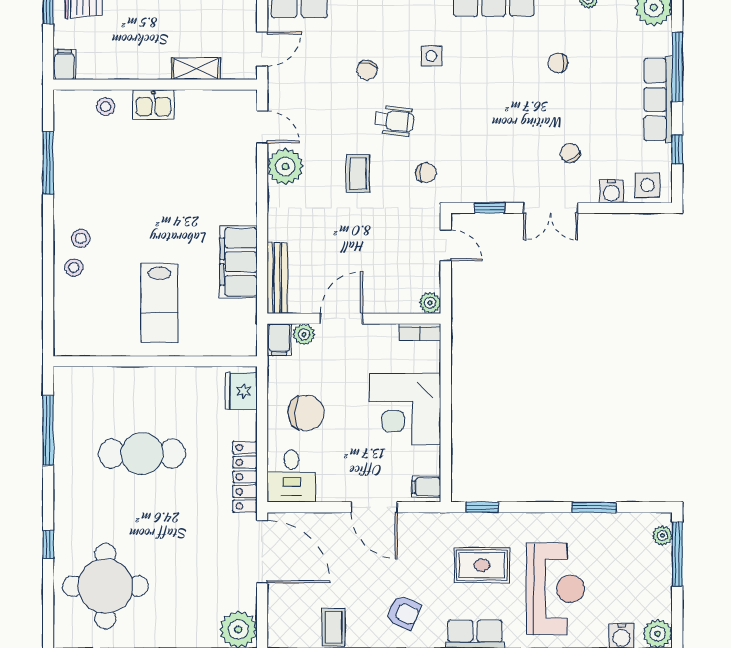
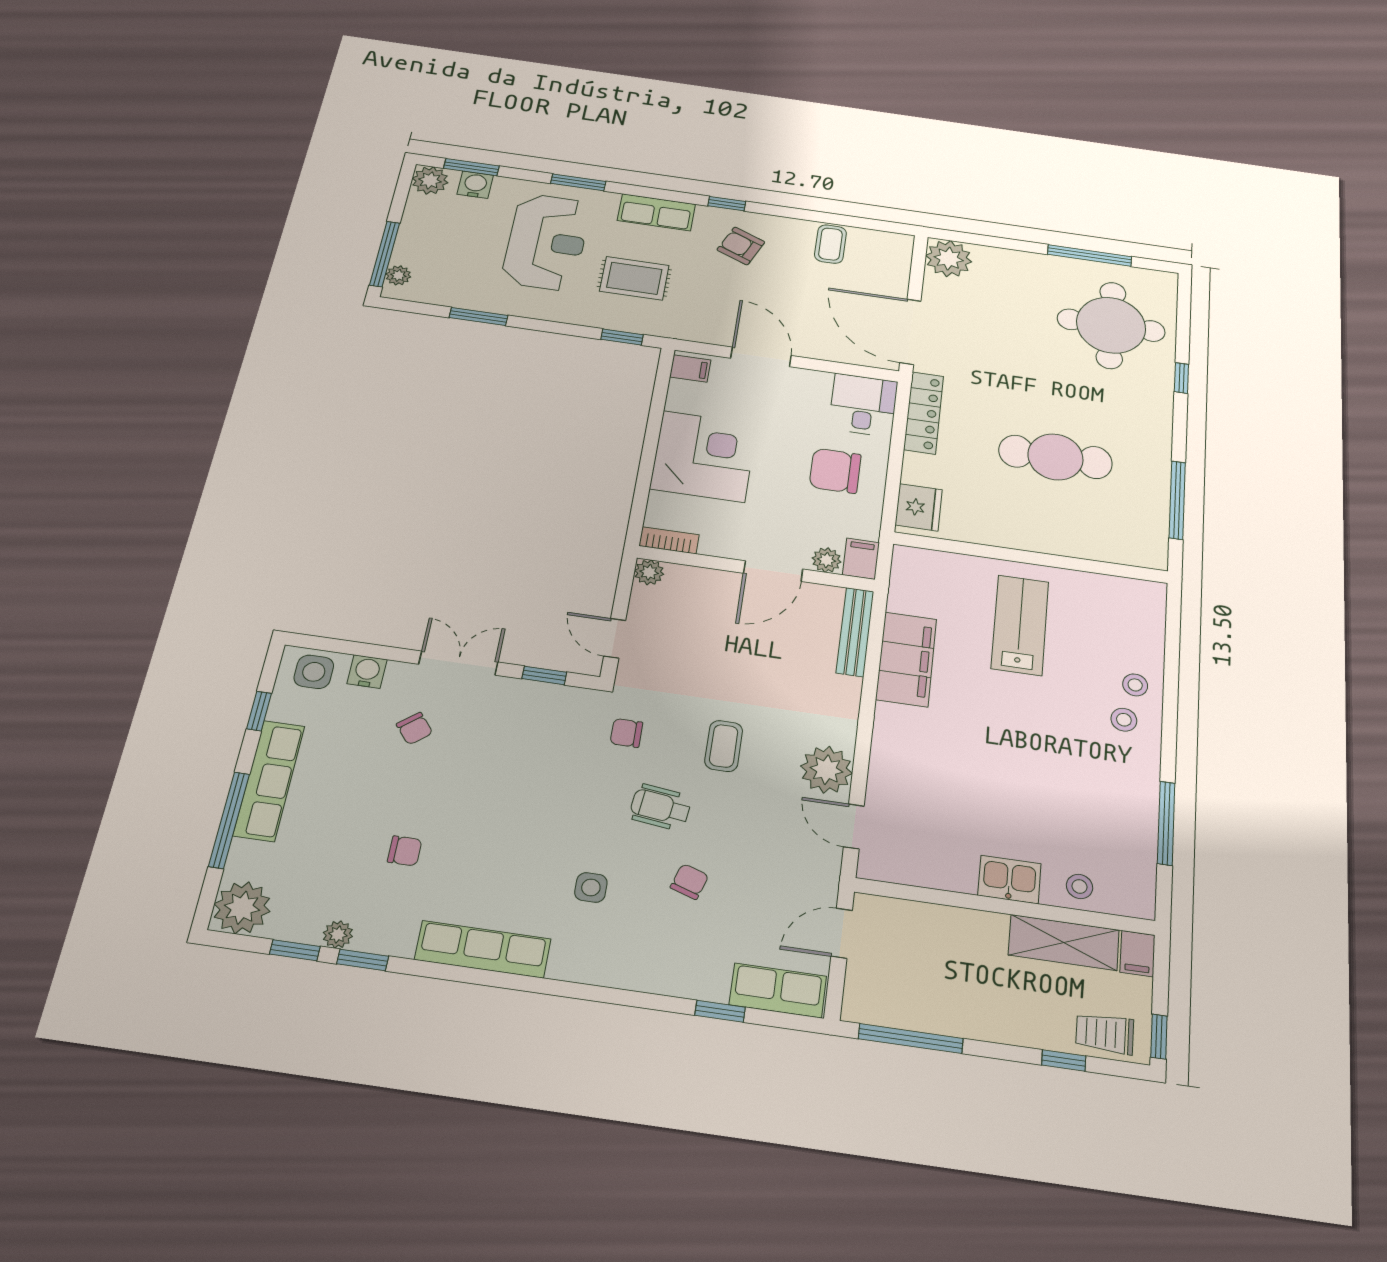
shelving: (196, 69) -> (1064, 942), moved, width x1.50, depth x1.33
reception desk: (556, 589) -> (547, 242), turned 180

